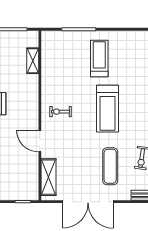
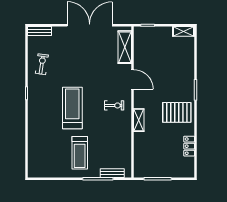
bench: (63, 36) -> (112, 173), added
shelving: (33, 61) -> (139, 120), moved
exercise mat: (110, 166) -> (70, 57), removed

